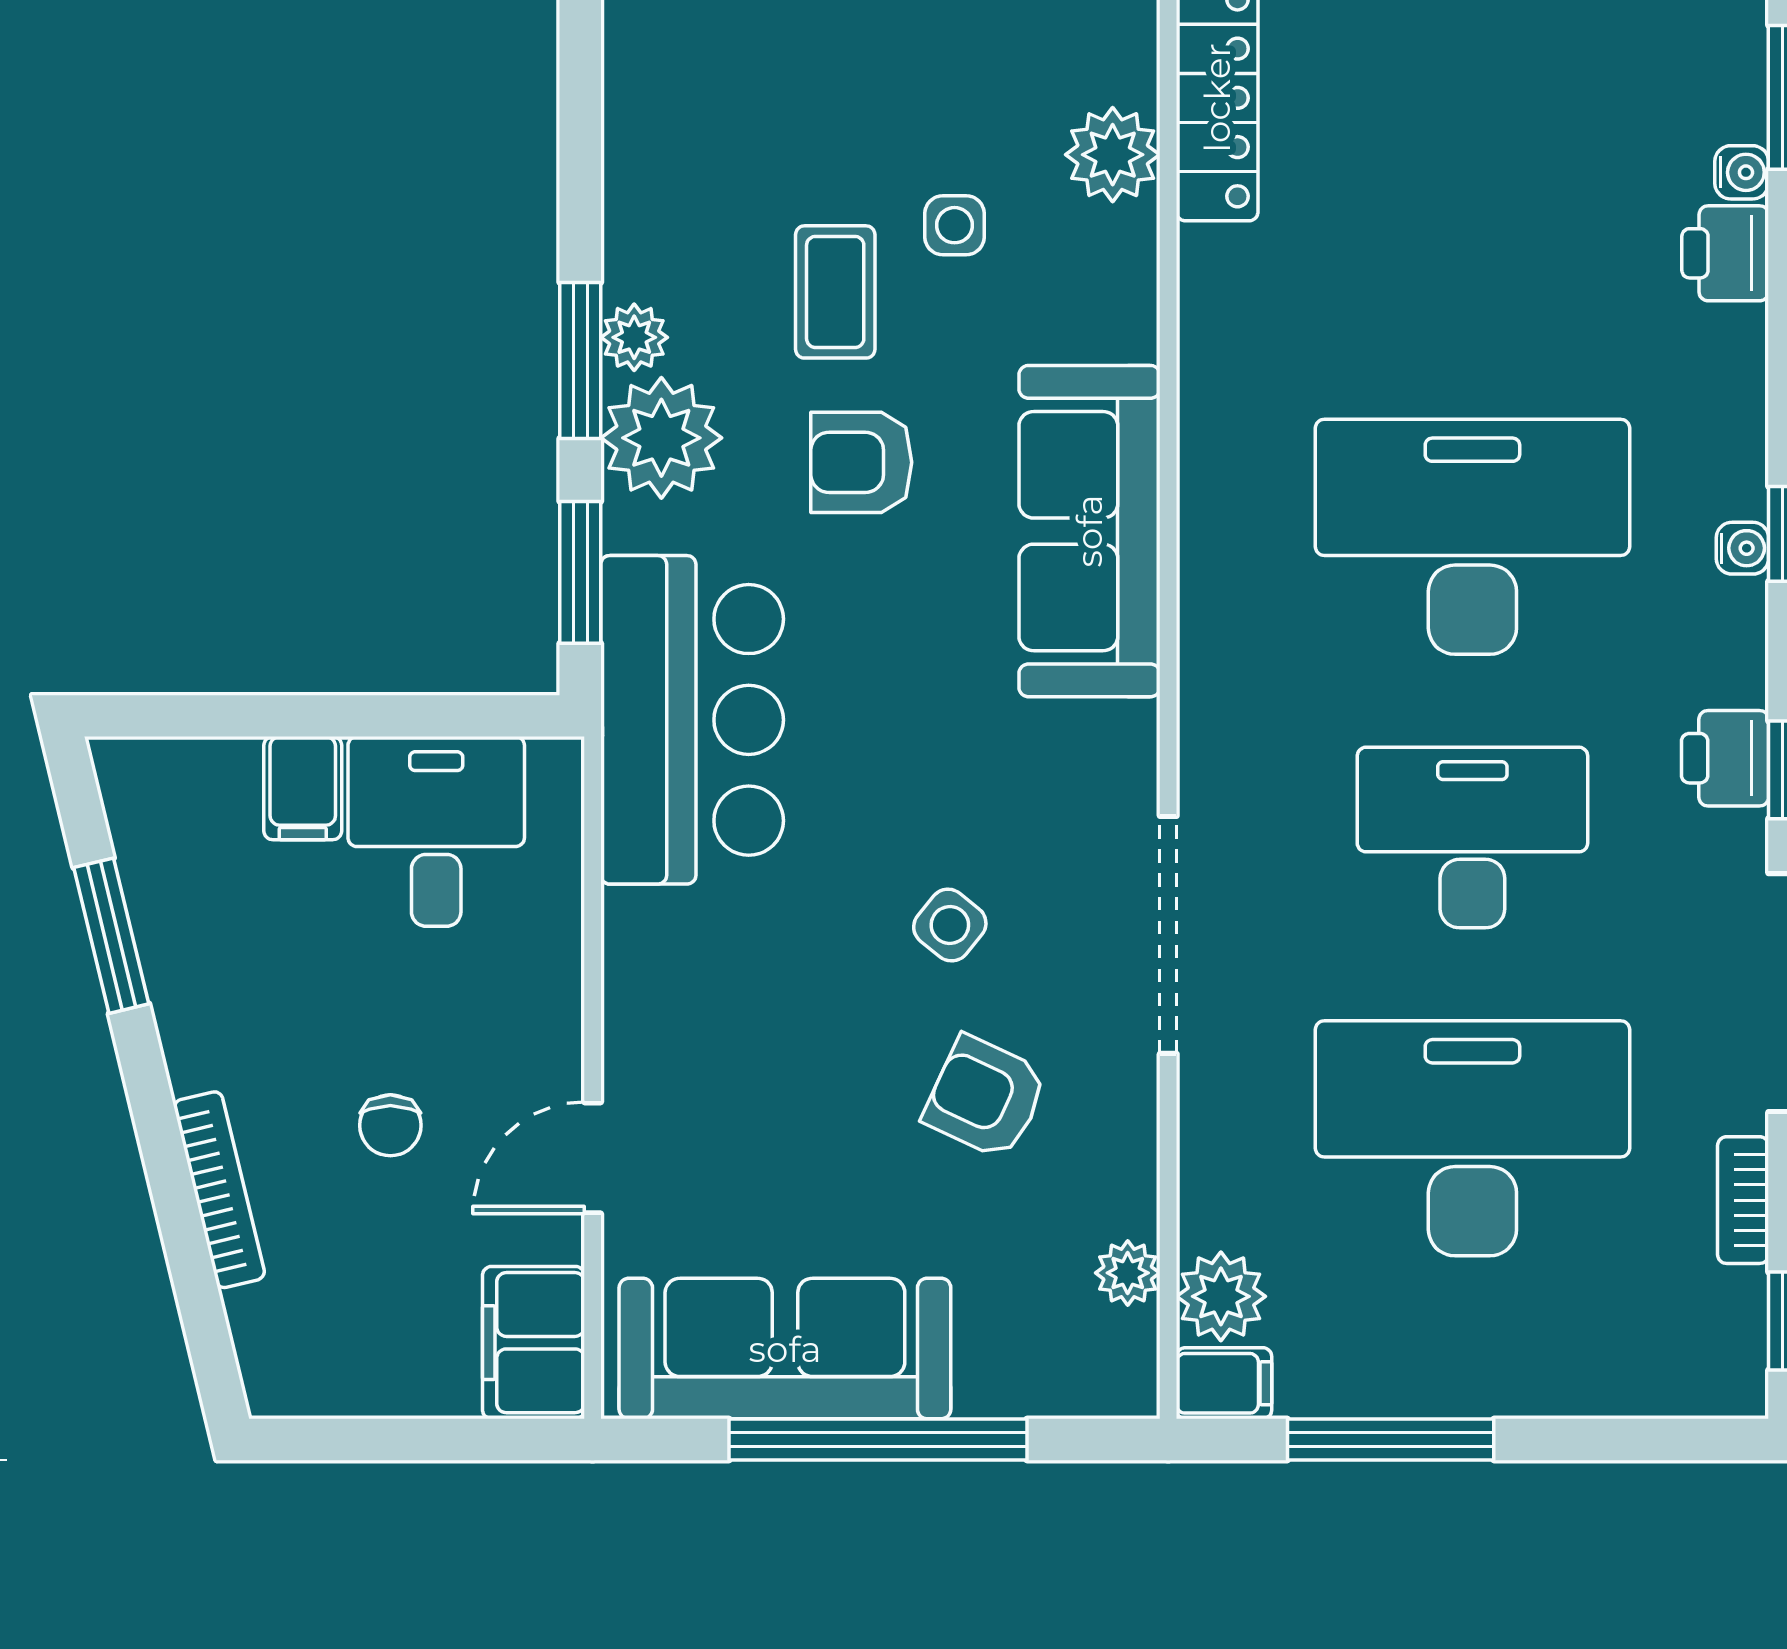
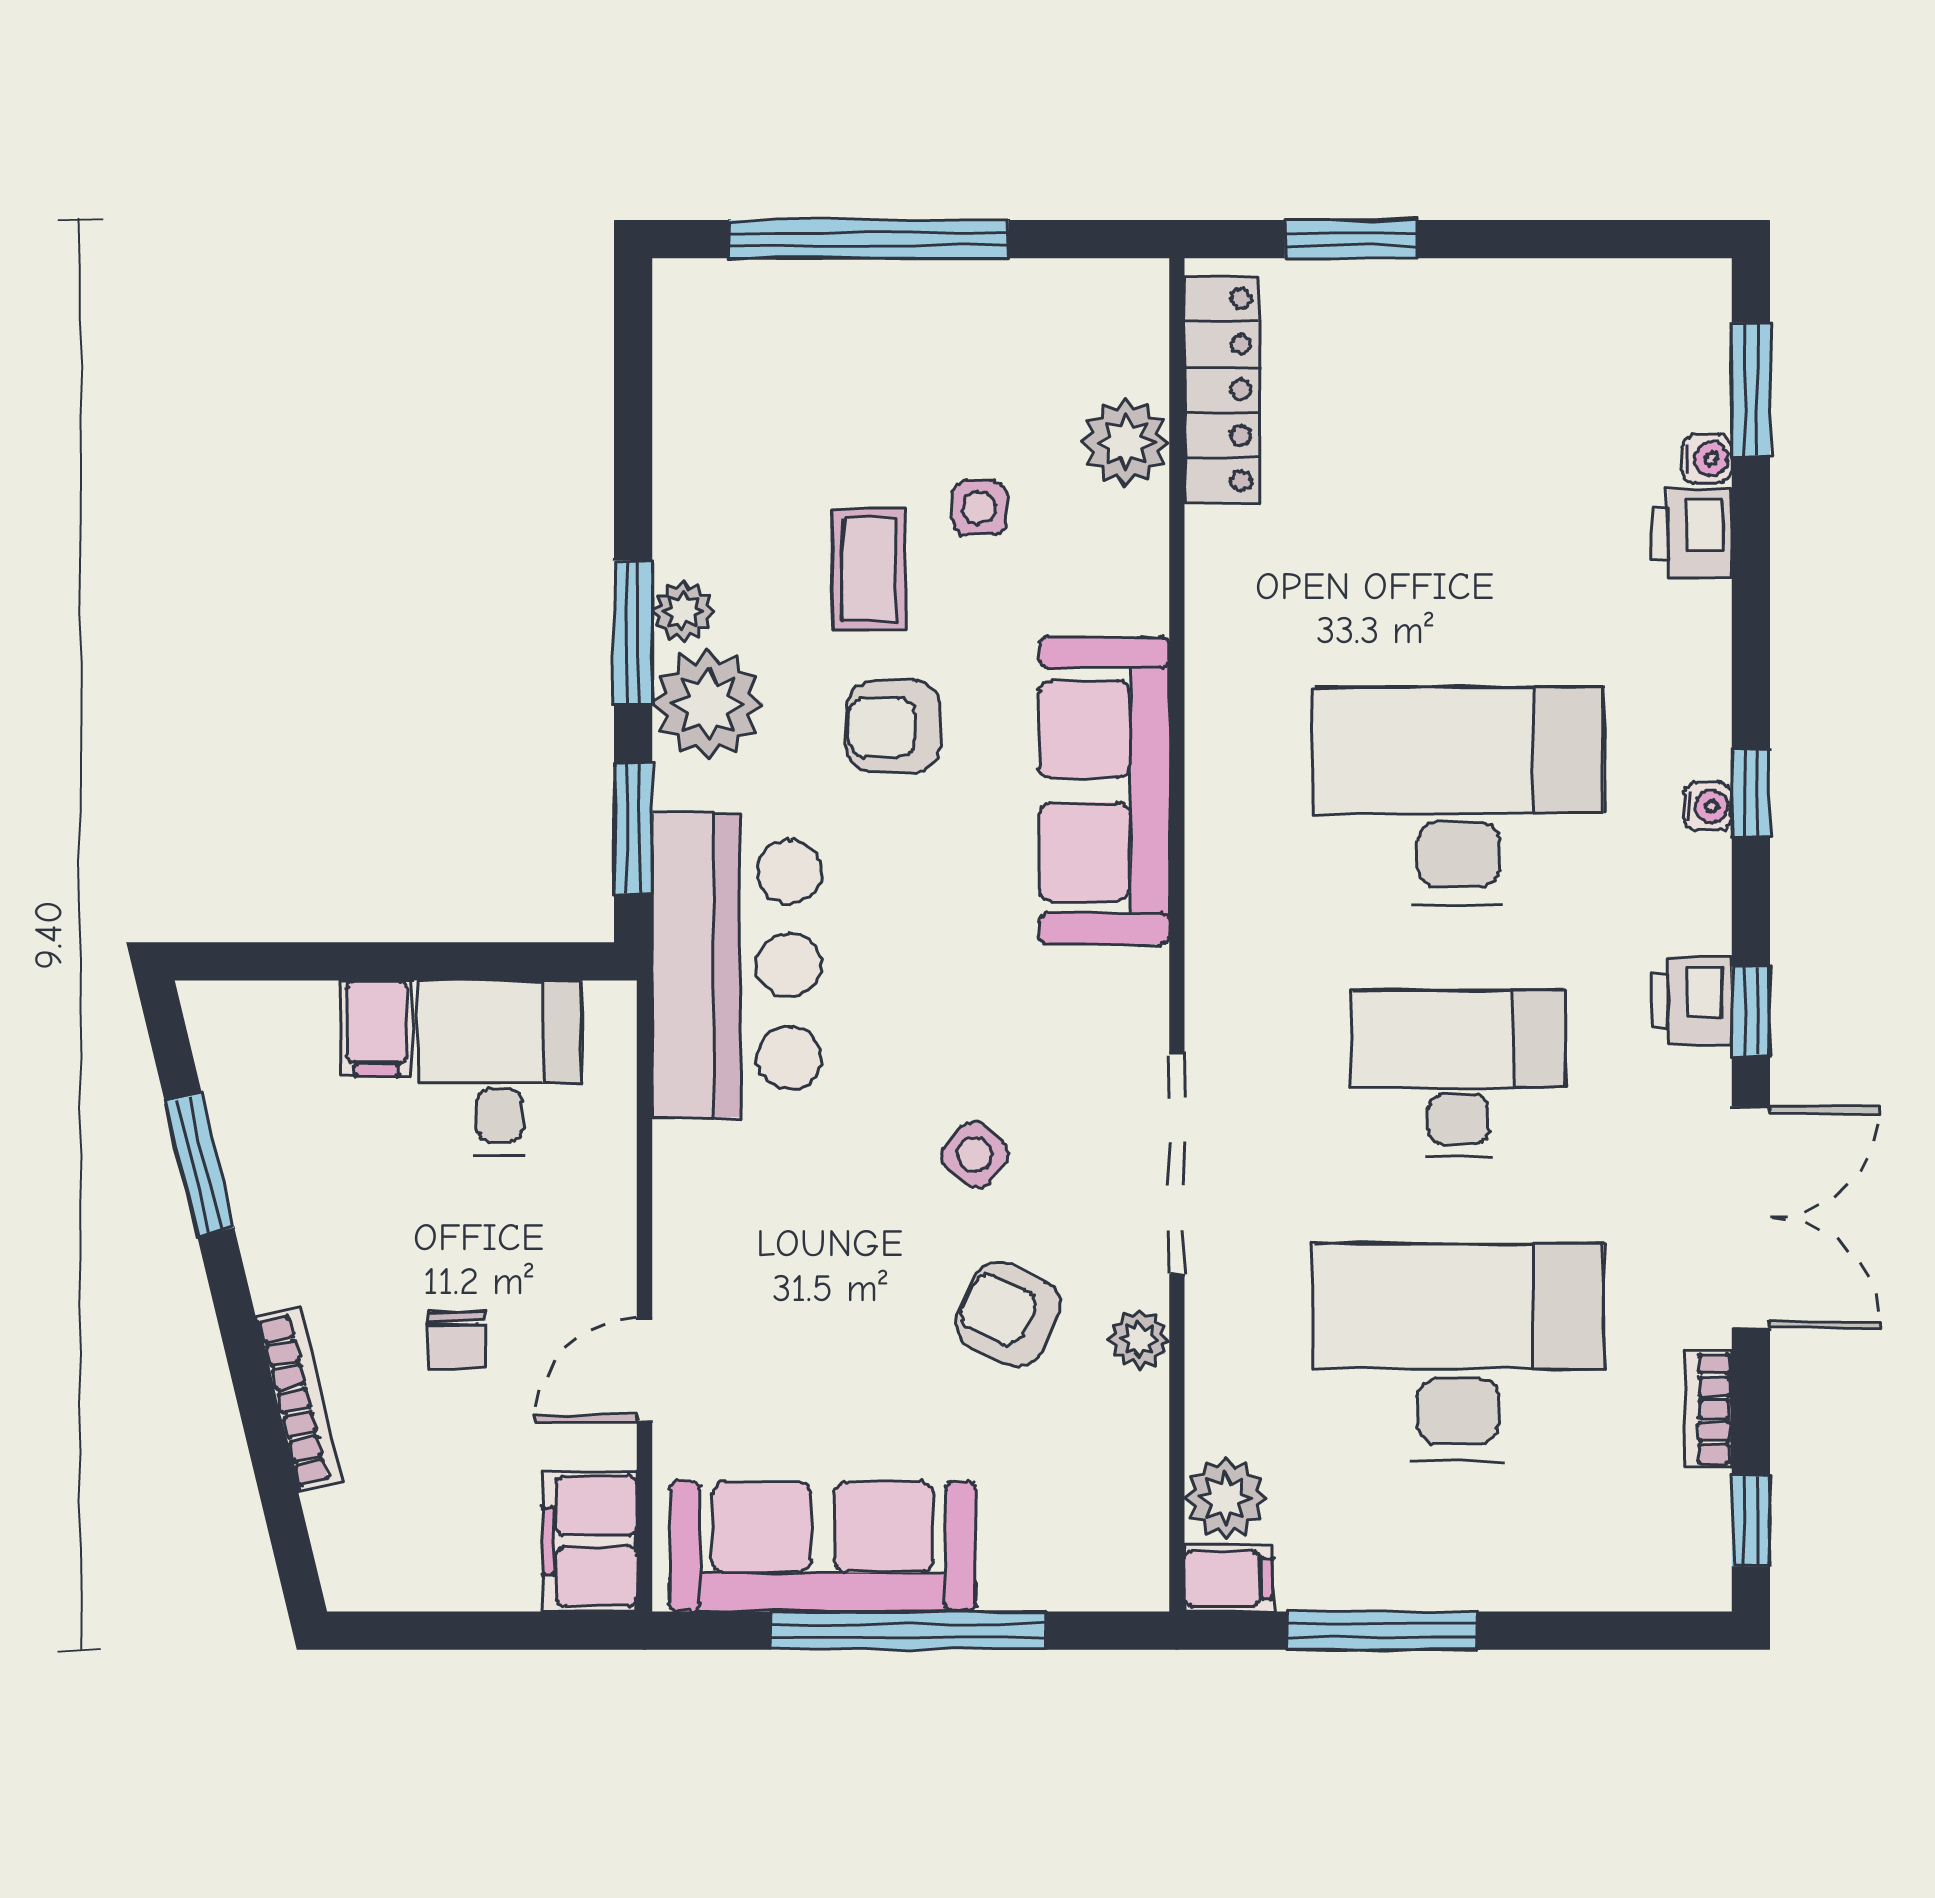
plant: (1128, 1273) -> (1139, 1339), moved

